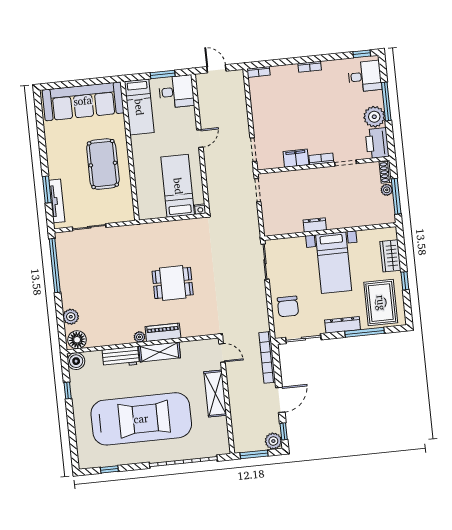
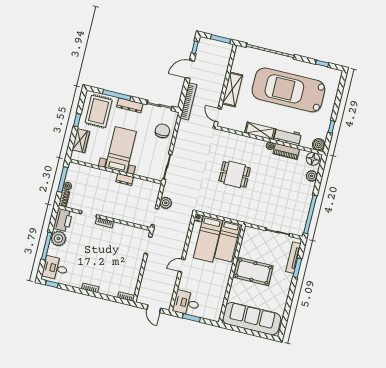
bed: (139, 107) -> (227, 241), moved, turned 180
filing cabinet: (296, 158) -> (121, 229), removed
pool table: (103, 164) -> (253, 272), turned 90
piano: (163, 332) -> (286, 151), moved
plant: (273, 441) -> (166, 203), moved

